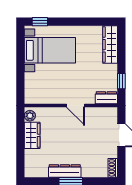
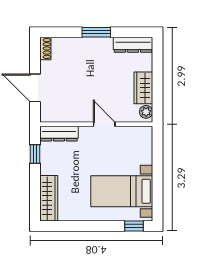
dresser: (106, 98) -> (59, 134), width x1.44
door: (75, 106) -> (104, 124), moved
dresser: (65, 171) -> (133, 45), moved

